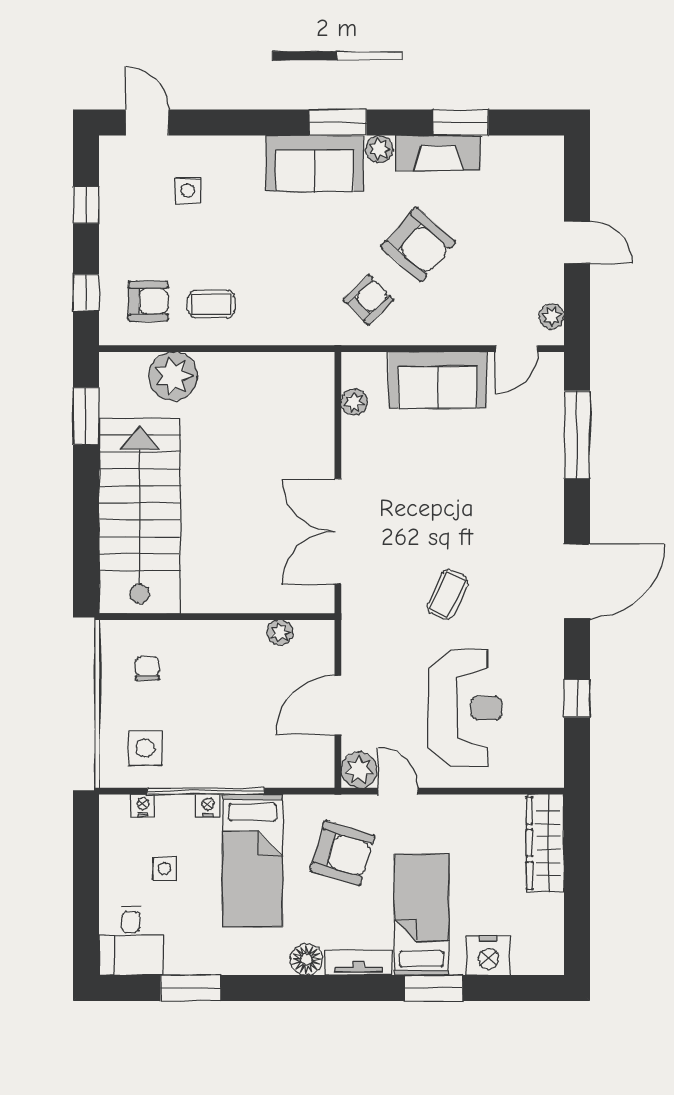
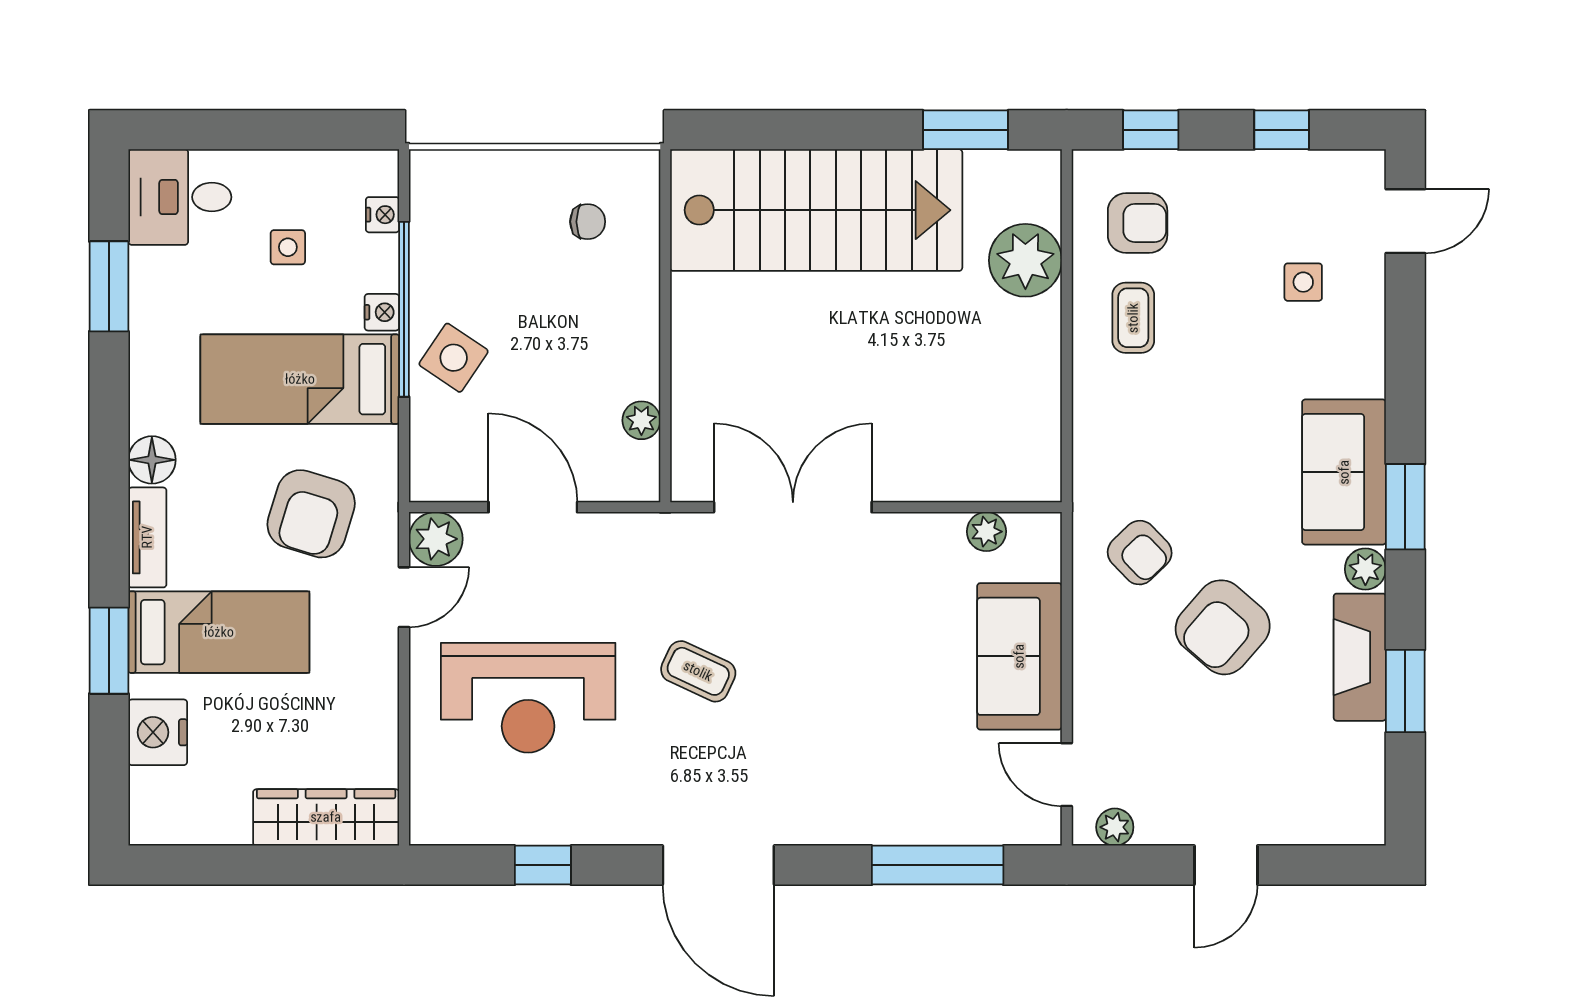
armchair: (148, 301) -> (1138, 223), turned -90
side table: (145, 748) -> (454, 358), moved, turned 34

